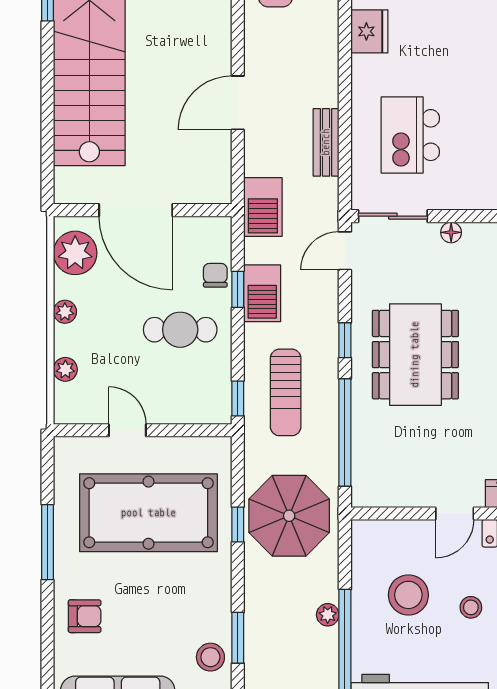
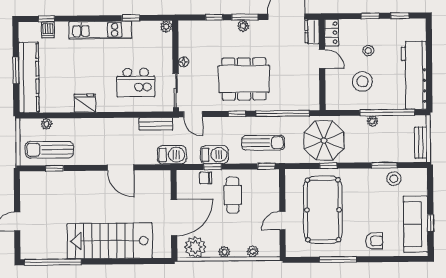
bench: (326, 142) -> (156, 124), moved
armchair: (85, 616) -> (374, 241), turned 90

